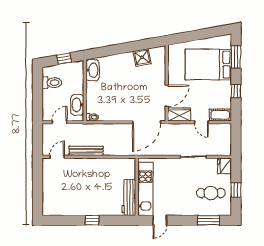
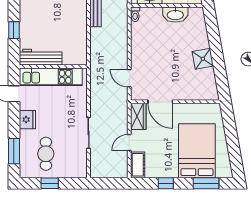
shower: (142, 57) -> (203, 59), moved
washbasin: (93, 70) -> (175, 15), moved
door: (147, 122) -> (129, 78), width x0.53
fridge: (224, 166) -> (27, 120), moved, turned 90
window: (92, 220) -> (14, 30), moved

